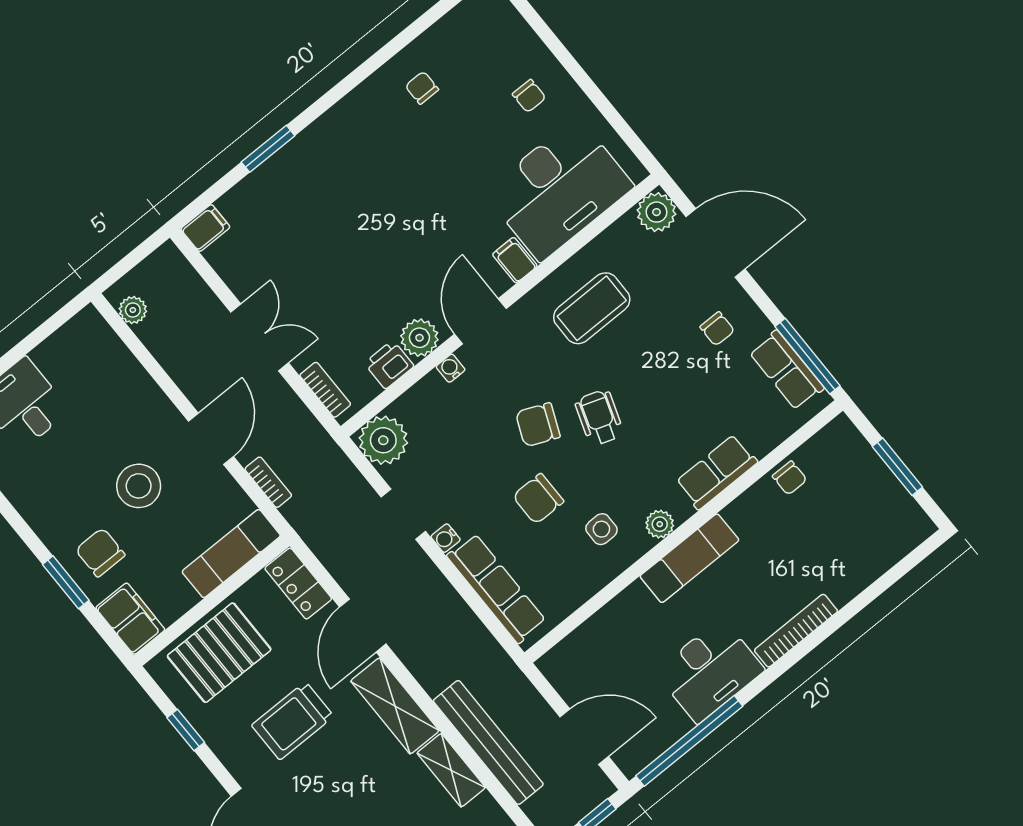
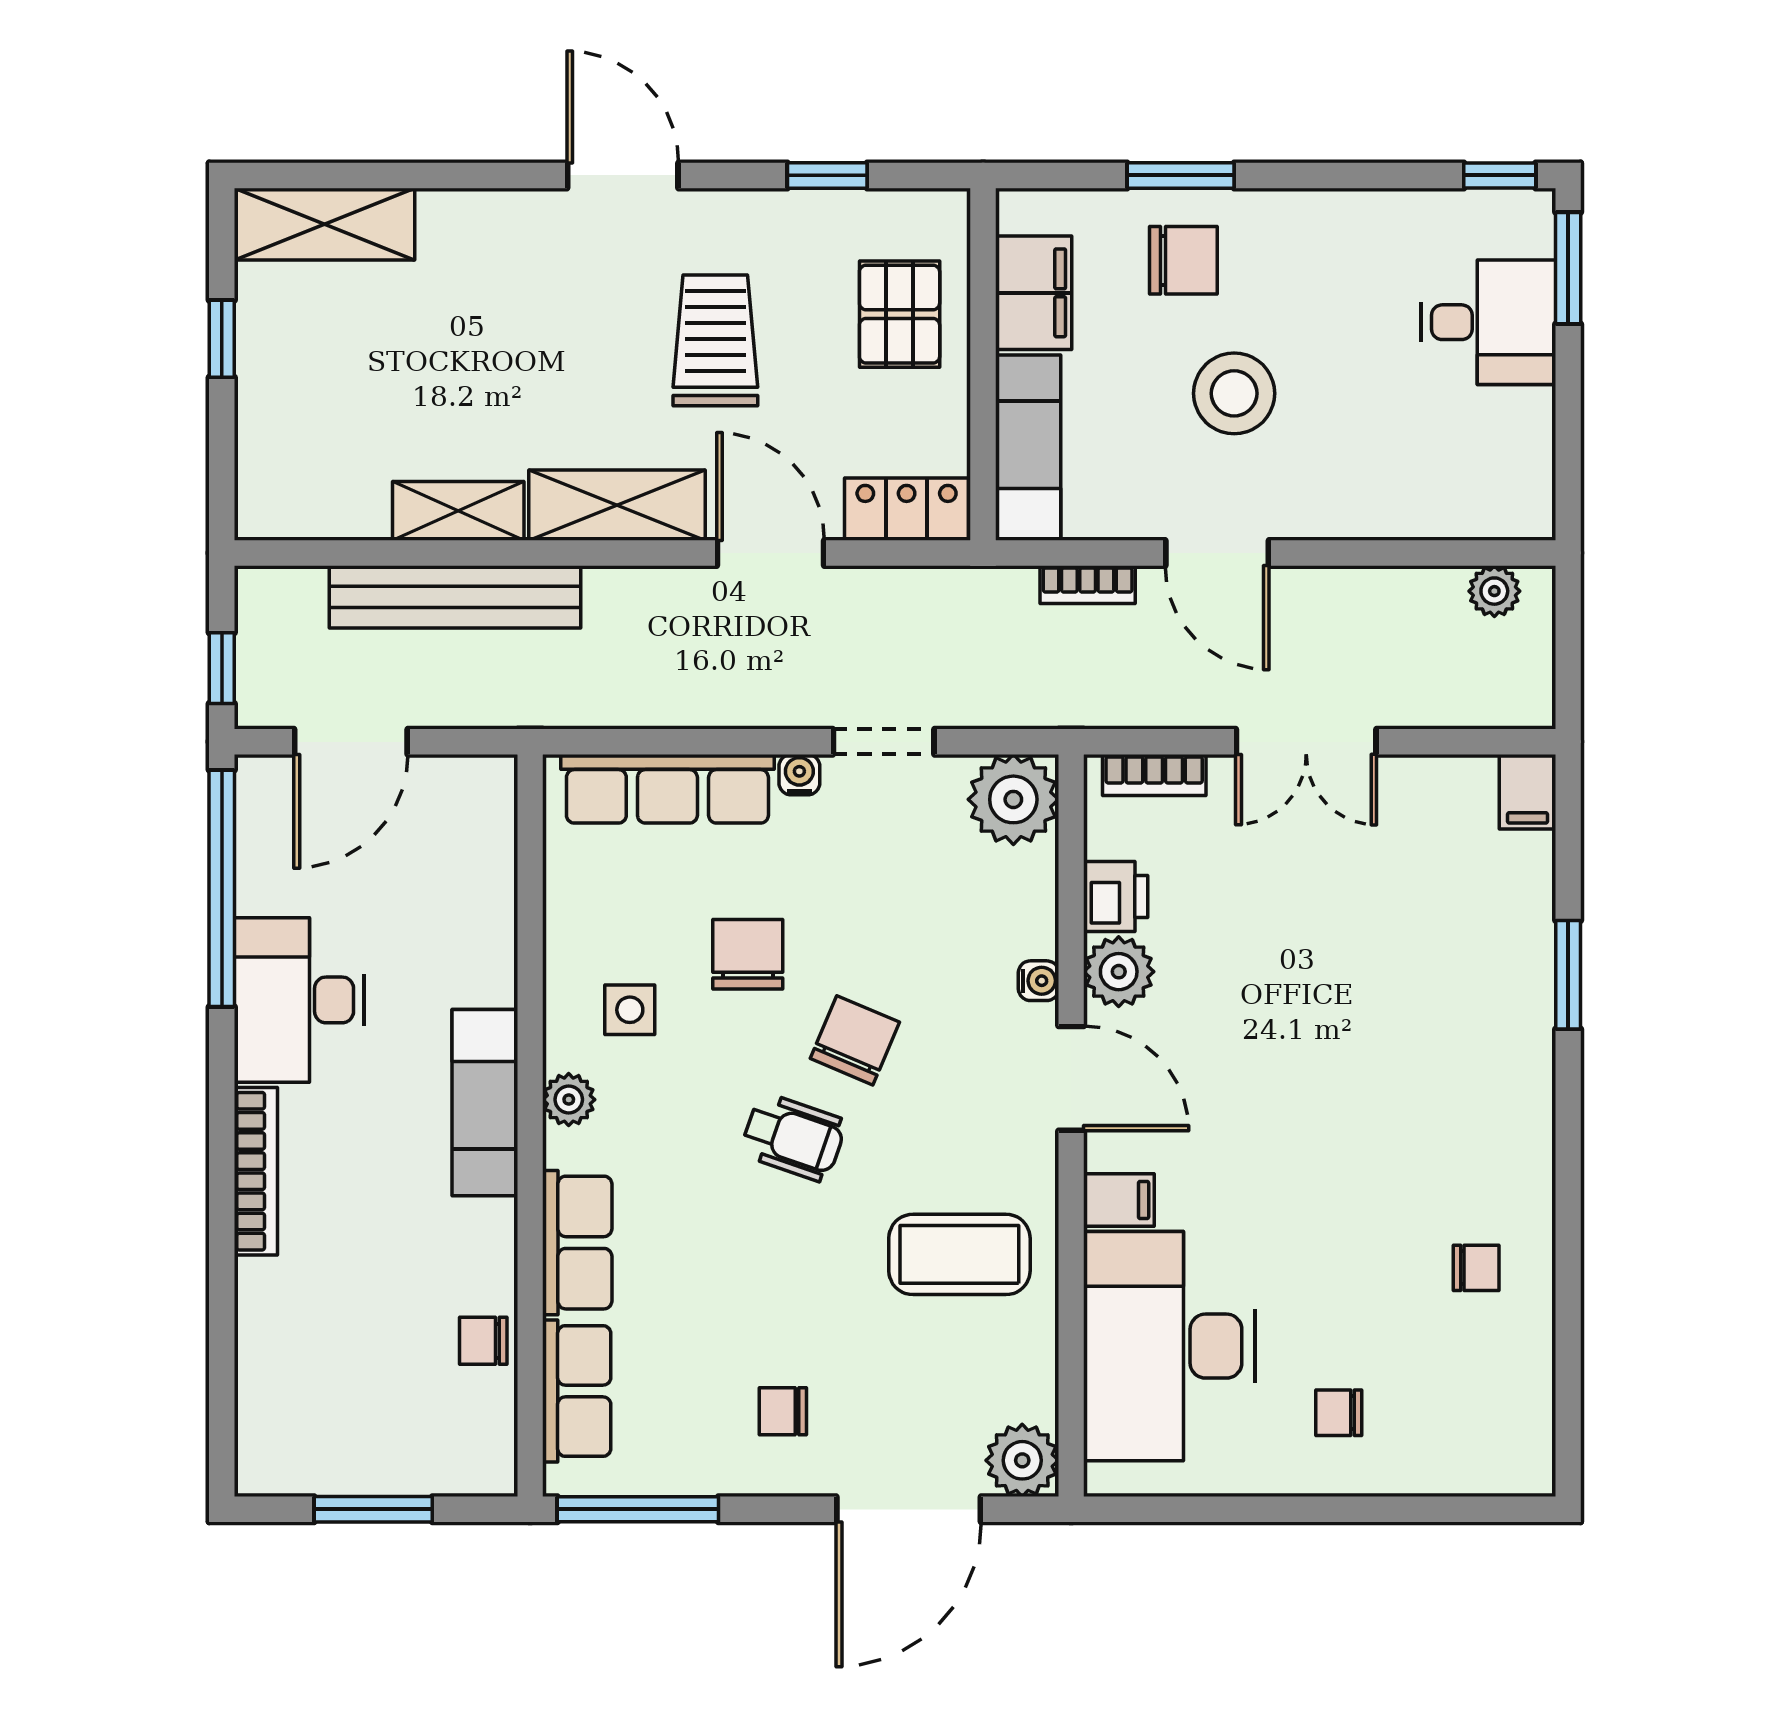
coffee table: (592, 308) -> (959, 1254), turned 90
row of seats: (787, 370) -> (577, 1391), moved, turned 90
filing cabinet: (130, 619) -> (1034, 293), moved, turned -90
pallet: (219, 653) -> (900, 314), width x0.67, depth x0.71

